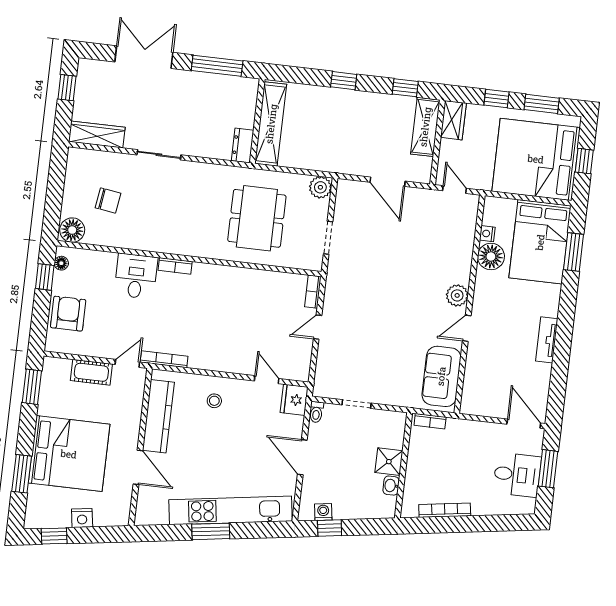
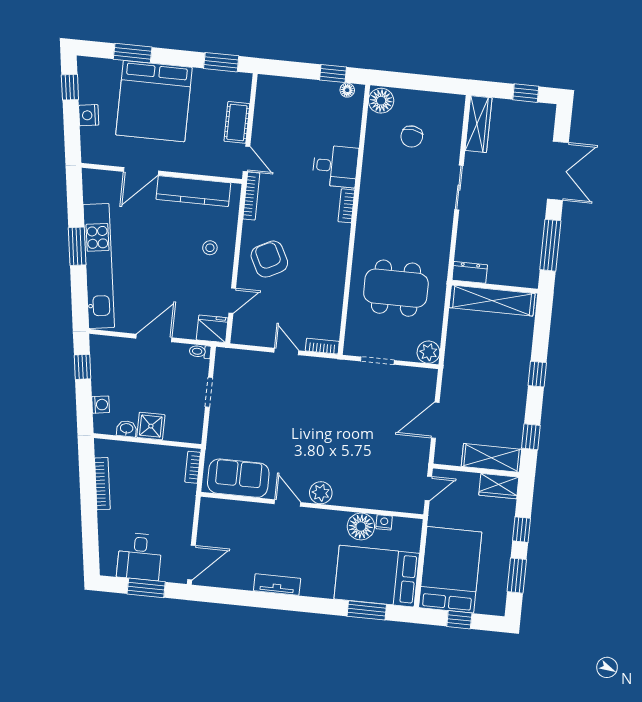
bed: (536, 159) -> (450, 570), width x0.73
armchair: (68, 314) -> (269, 259), moved, turned -117
washing machine: (323, 512) -> (101, 405), moved

